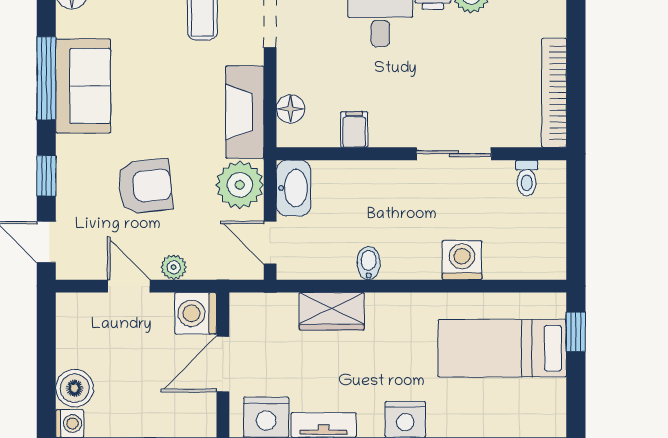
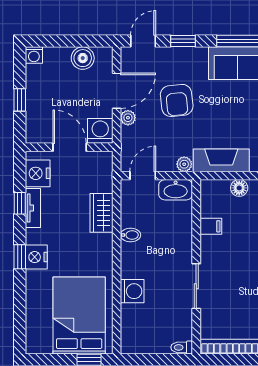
floor lamp: (290, 109) -> (239, 188), moved
toilet: (527, 178) -> (182, 347), moved
plant: (240, 185) -> (184, 164), width x0.53, depth x0.53
door: (129, 286) -> (117, 91), width x1.38
bed: (502, 348) -> (79, 315), width x1.50
boiler: (75, 388) -> (83, 58), moved

